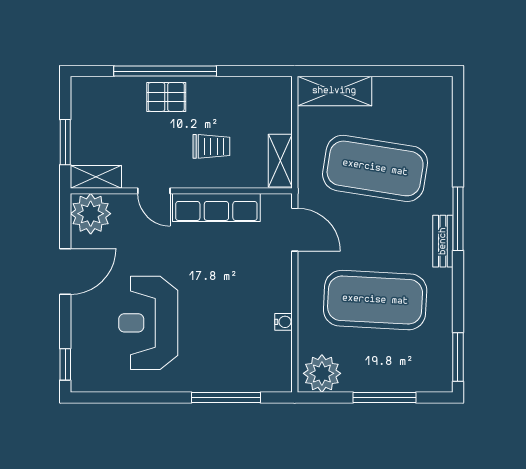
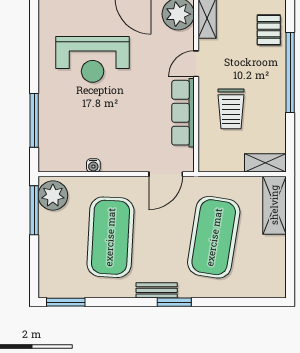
pallet: (166, 97) -> (269, 30), moved
trolley: (211, 146) -> (231, 109), width x1.36, depth x1.39
shelving: (280, 161) -> (265, 163), moved
window: (458, 219) -> (174, 302), width x0.69
reception desk: (148, 323) -> (93, 59), turned 180
window: (384, 397) -> (34, 210), moved

